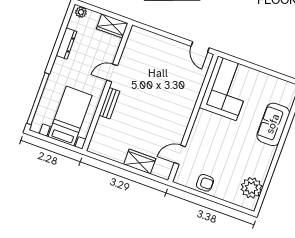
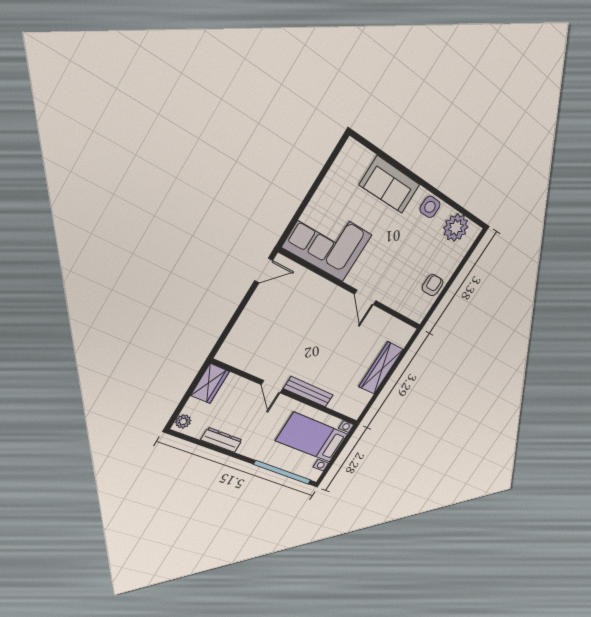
bench: (110, 103) -> (309, 392), width x1.36
door: (180, 155) -> (365, 297), moved
wardrobe: (140, 161) -> (381, 368), width x1.50
side table: (263, 161) -> (430, 207), added

